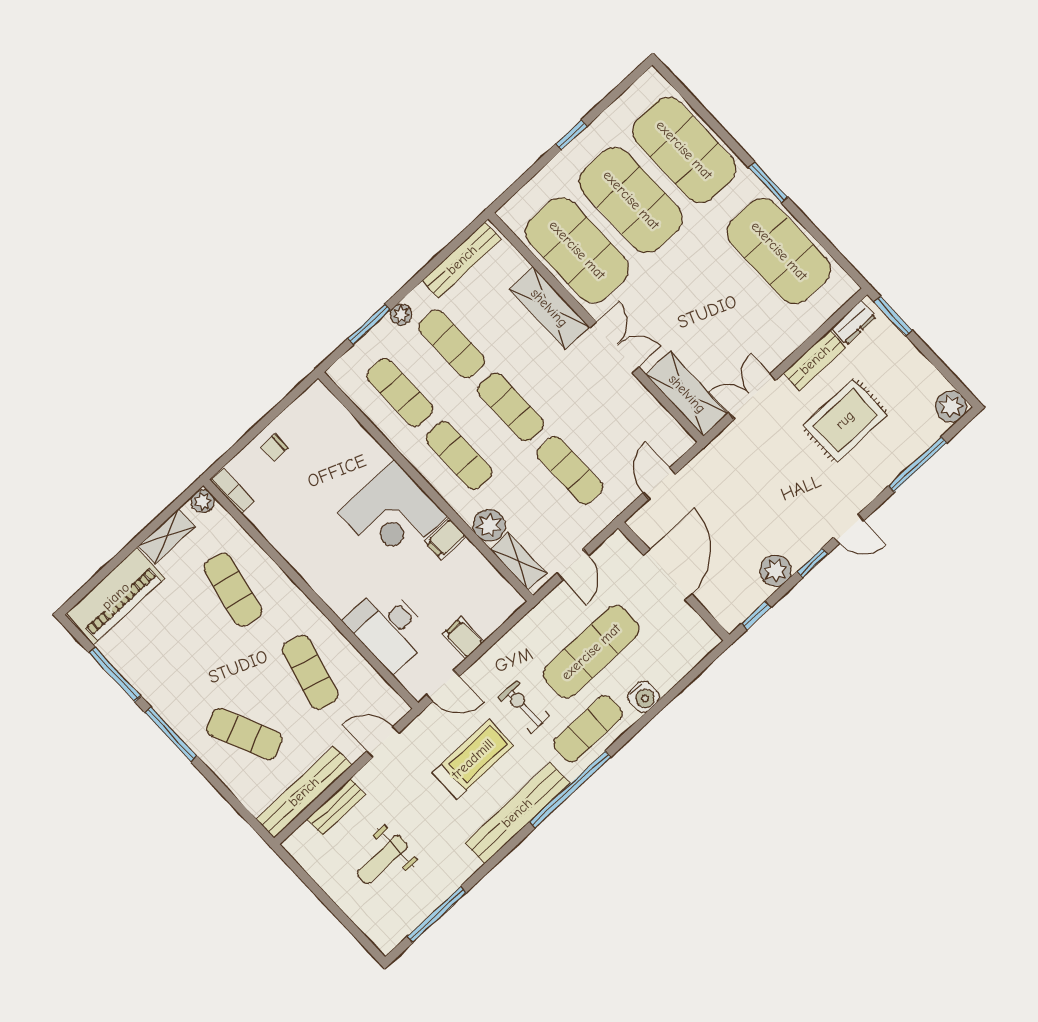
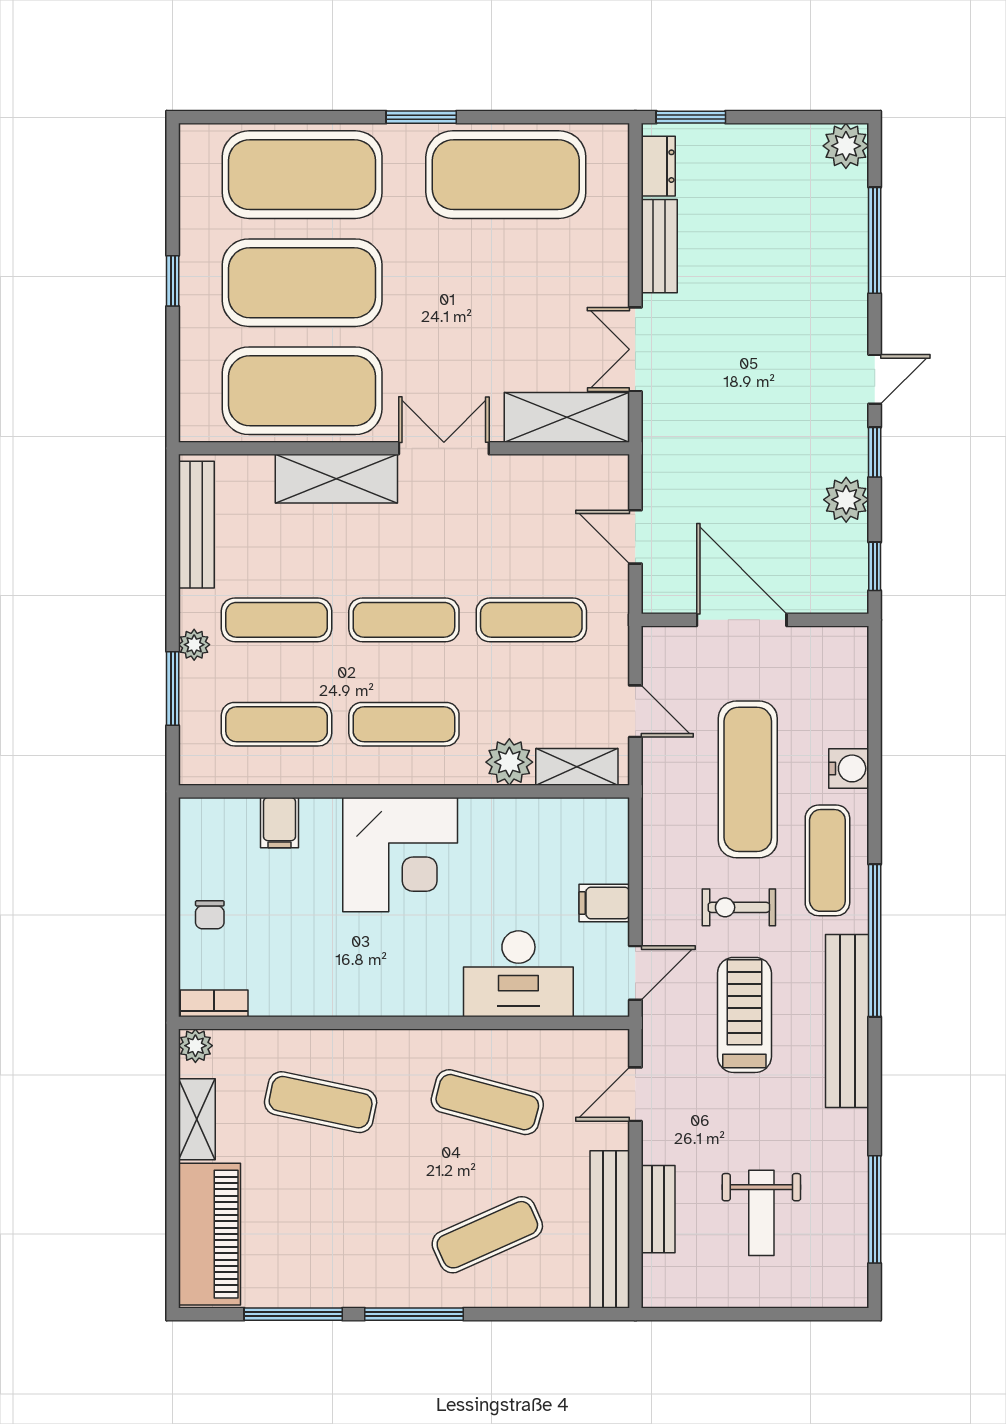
rug: (845, 420) -> (755, 273), removed
filing cabinet: (445, 539) -> (279, 823), moved

